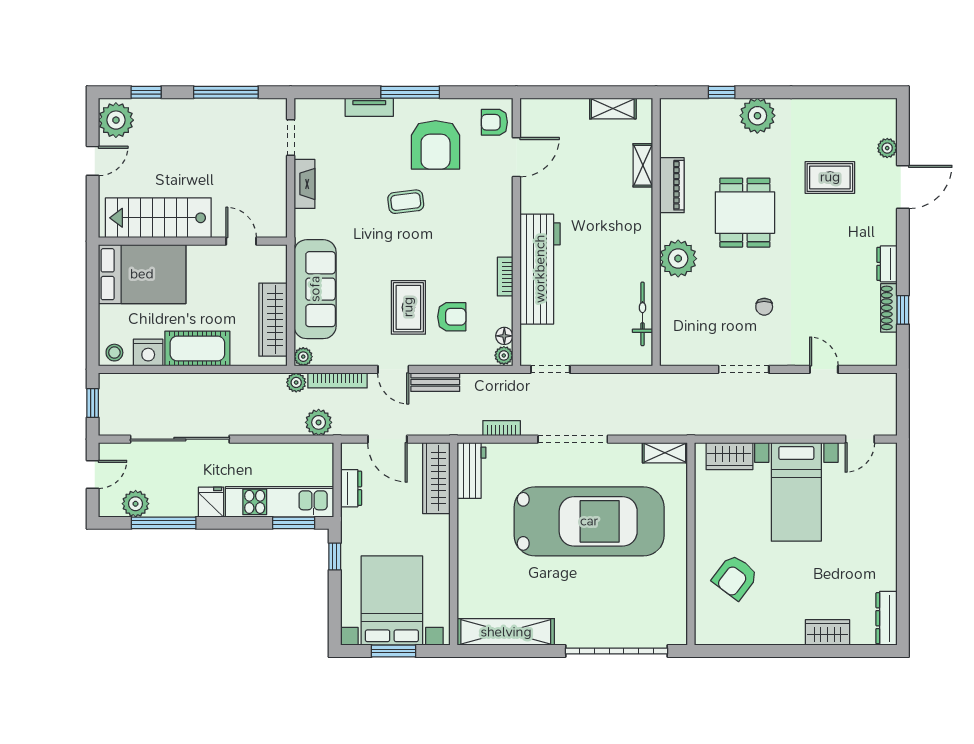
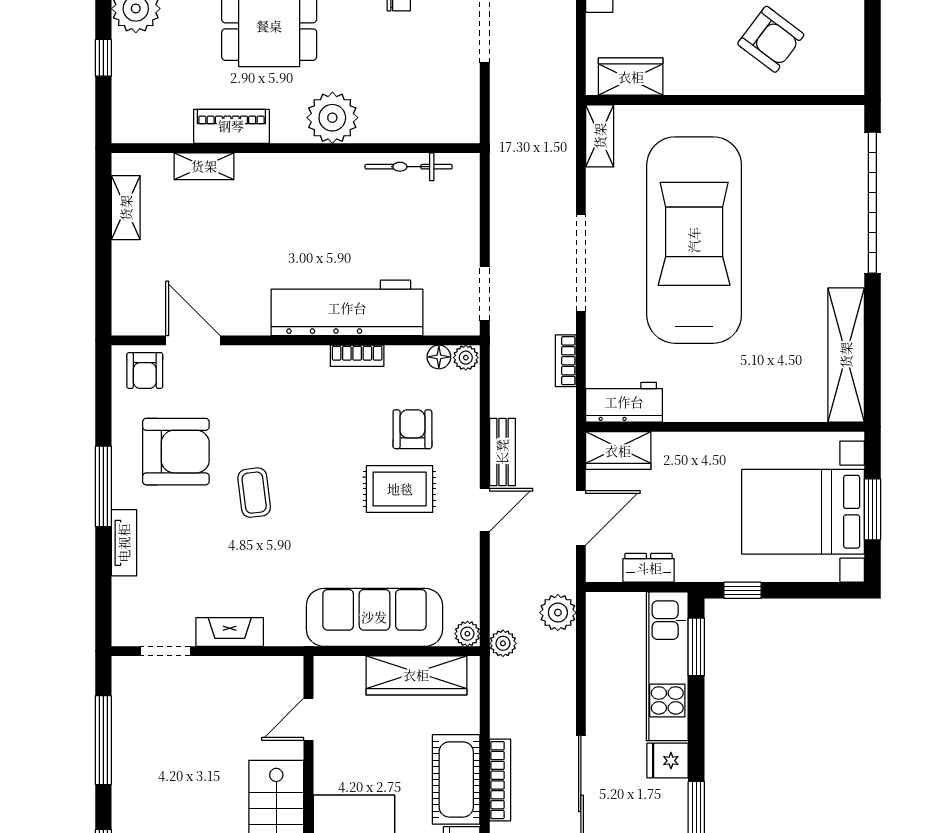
bookcase: (337, 380) -> (500, 780), moved
wardrobe: (729, 456) -> (631, 77), moved, turned -90
wardrobe: (436, 478) -> (618, 451), width x0.67

